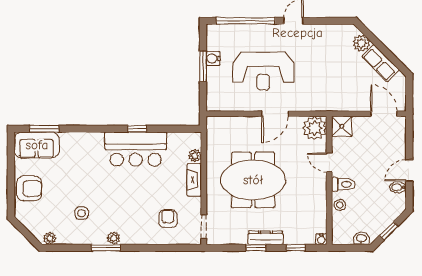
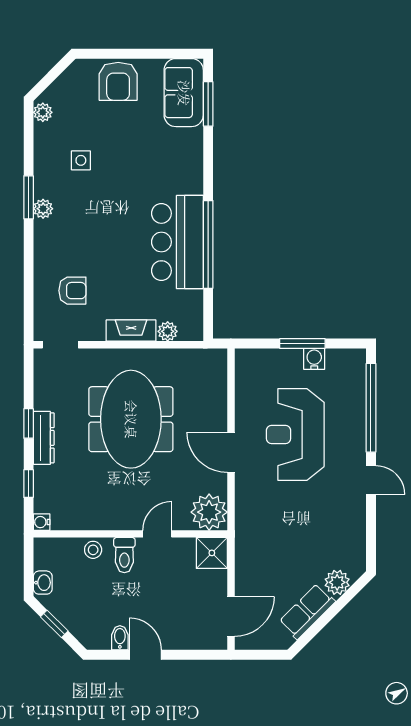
window: (137, 129) -> (208, 244), width x3.17

